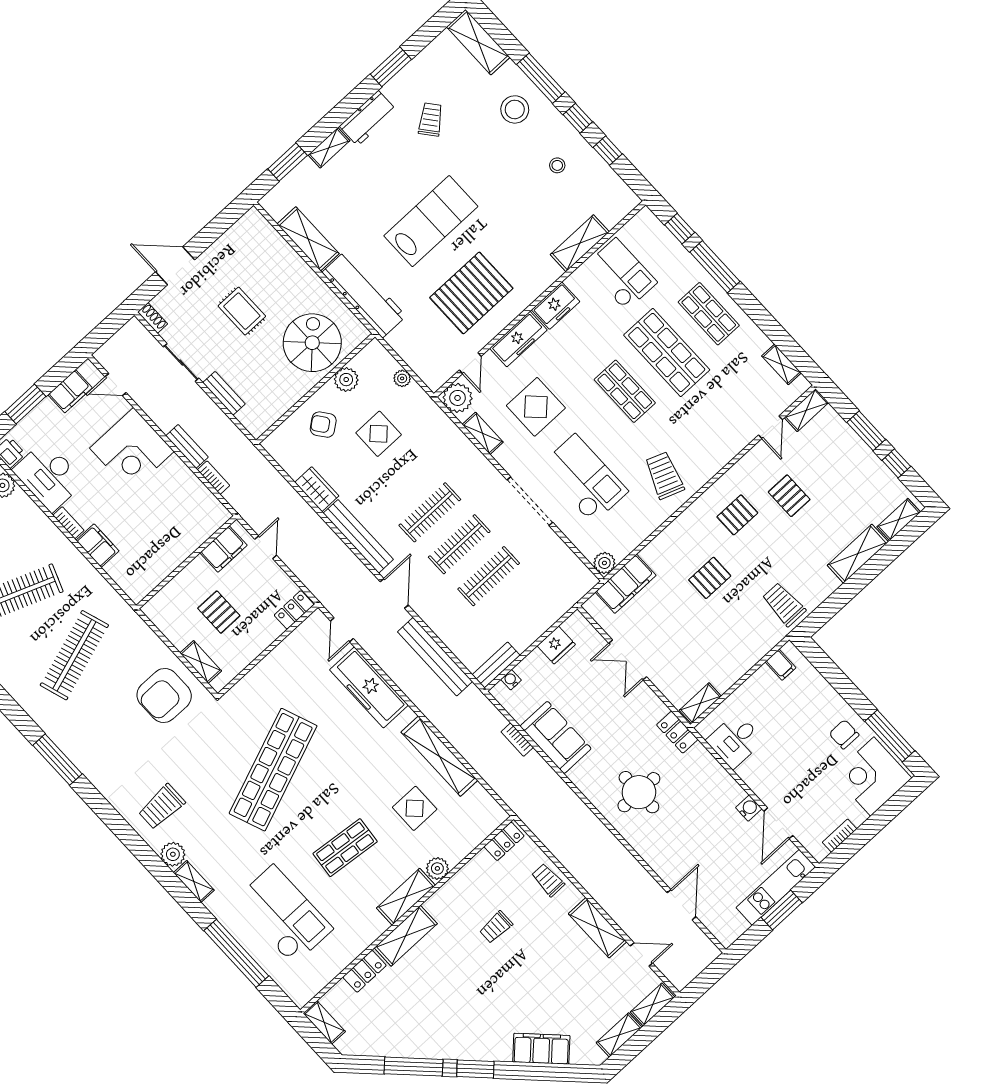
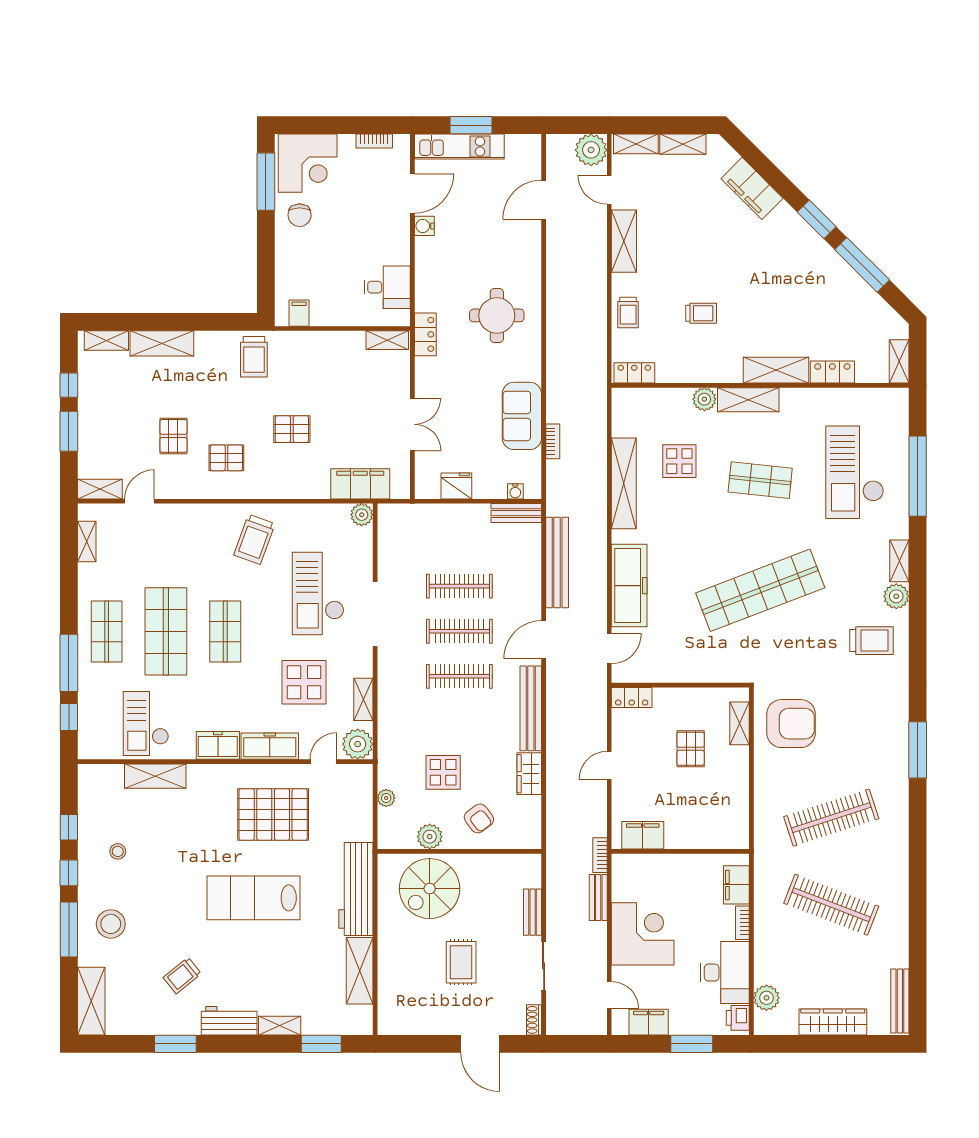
filing cabinet: (223, 549) -> (643, 835), moved
wall: (186, 562) -> (680, 851), moved
plant: (680, 971) -> (591, 150), added

